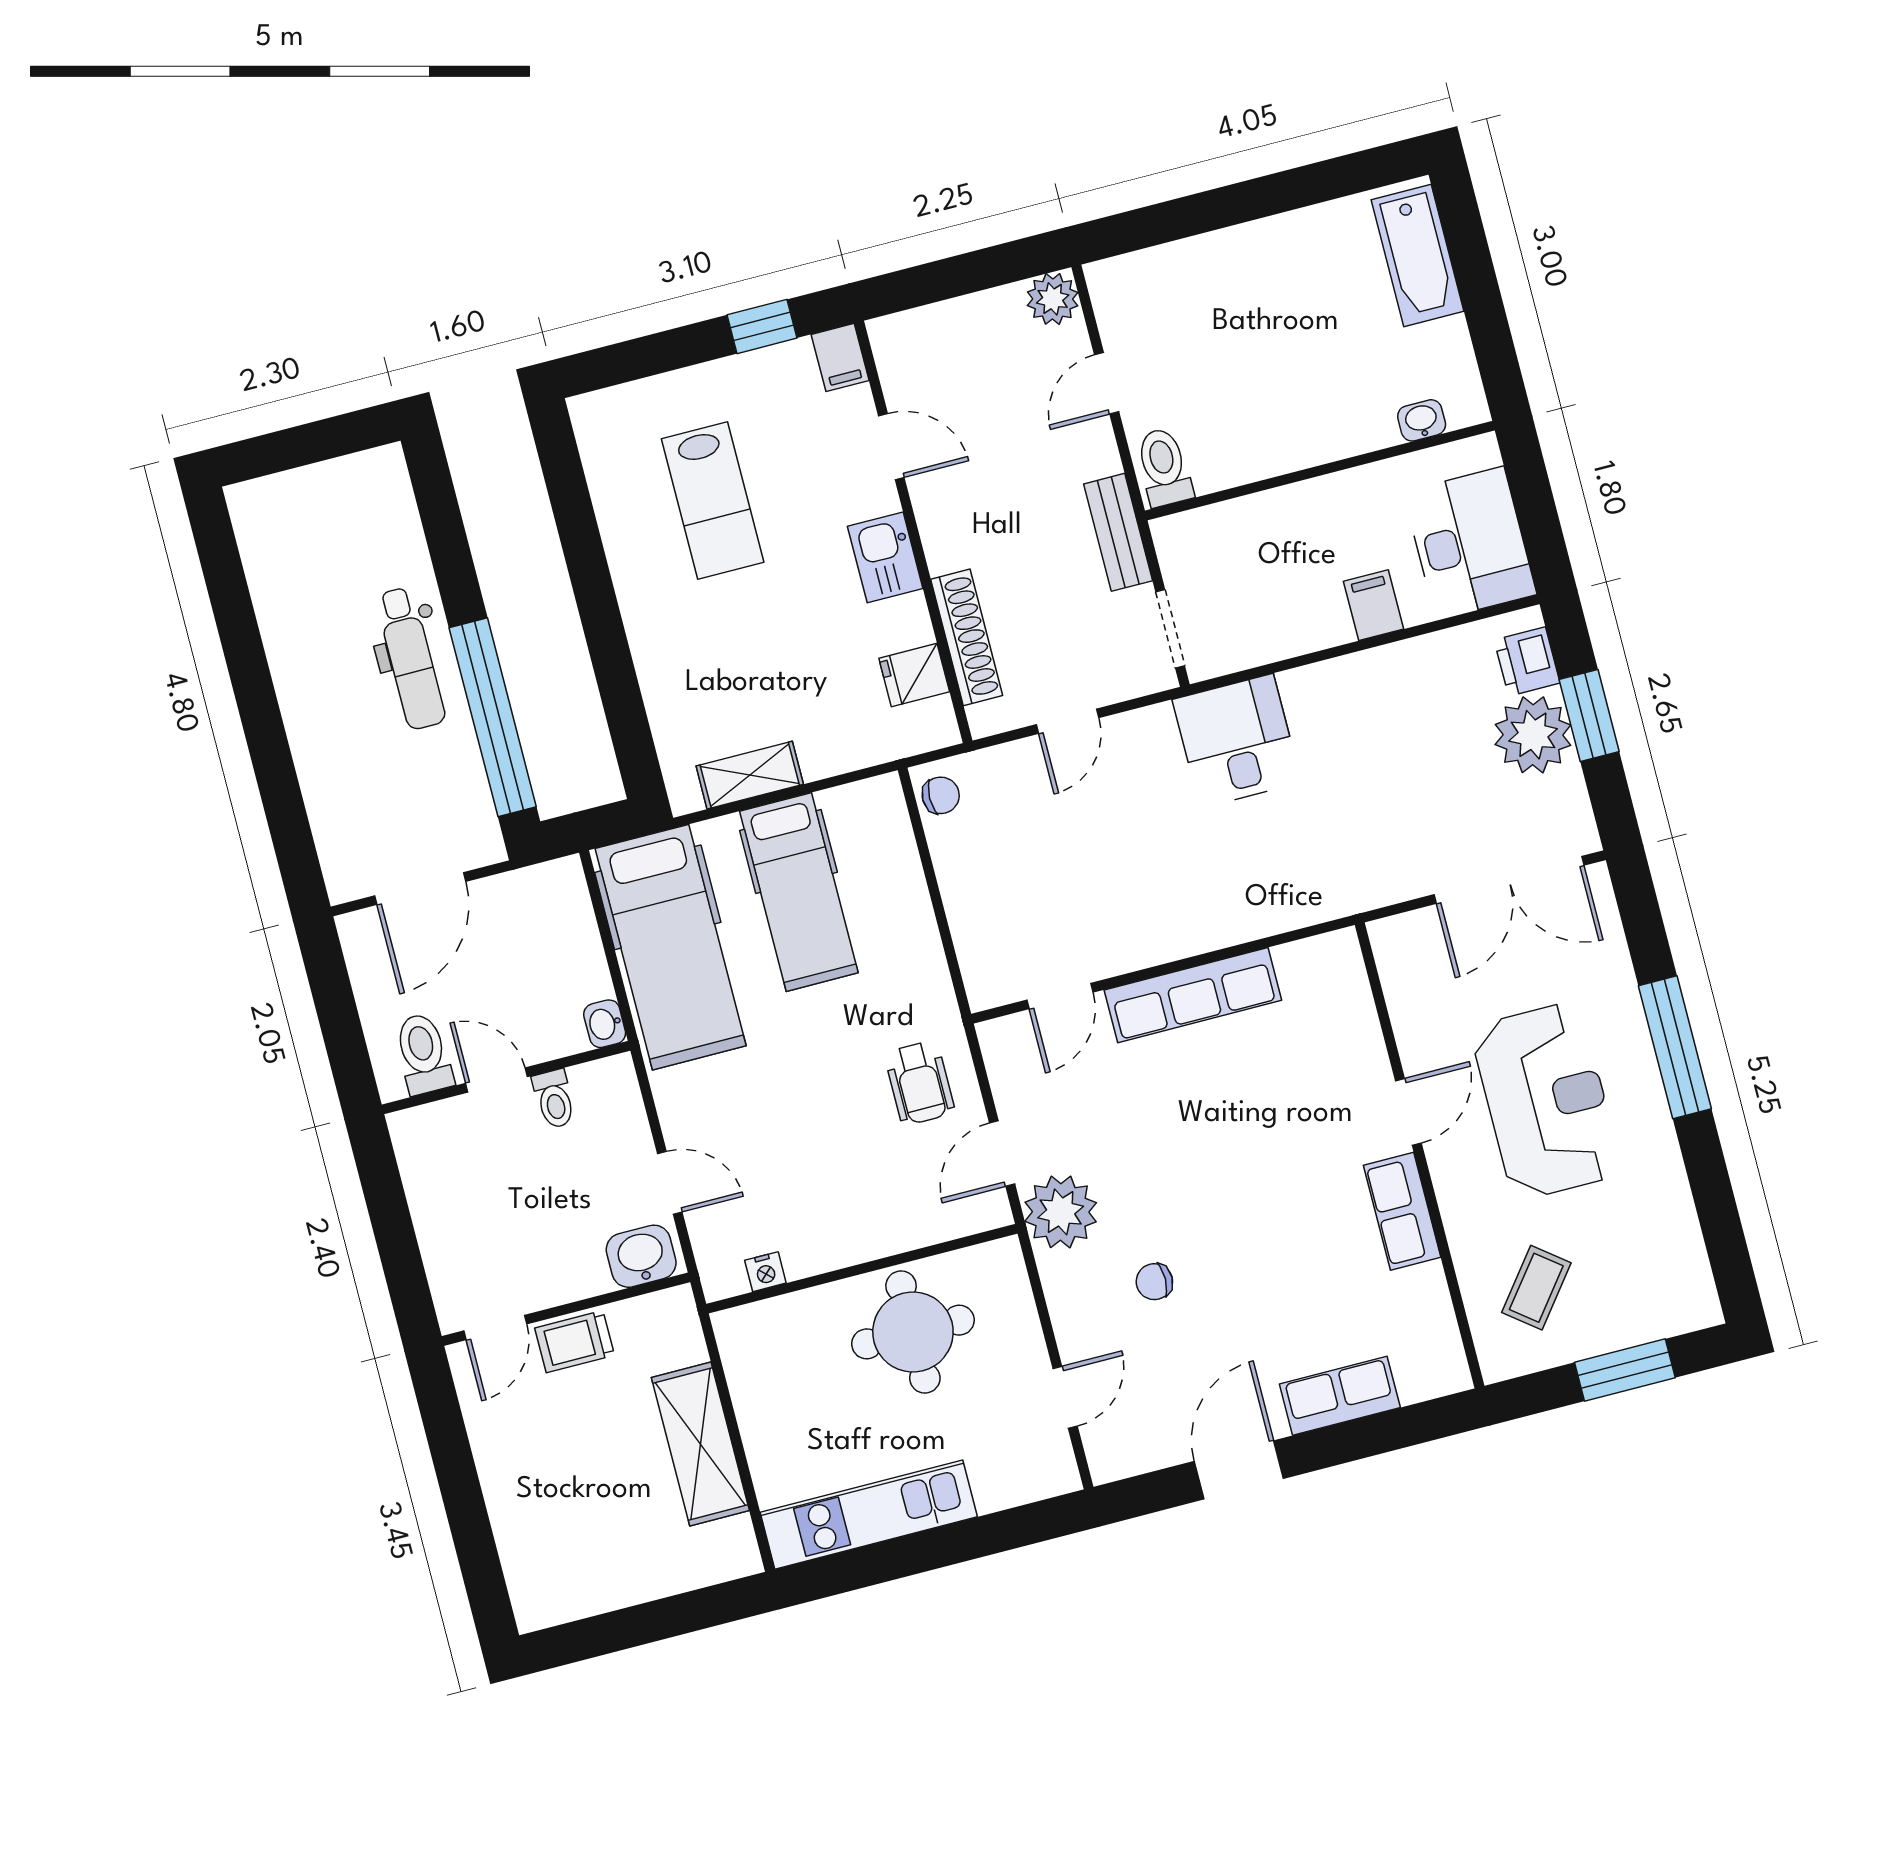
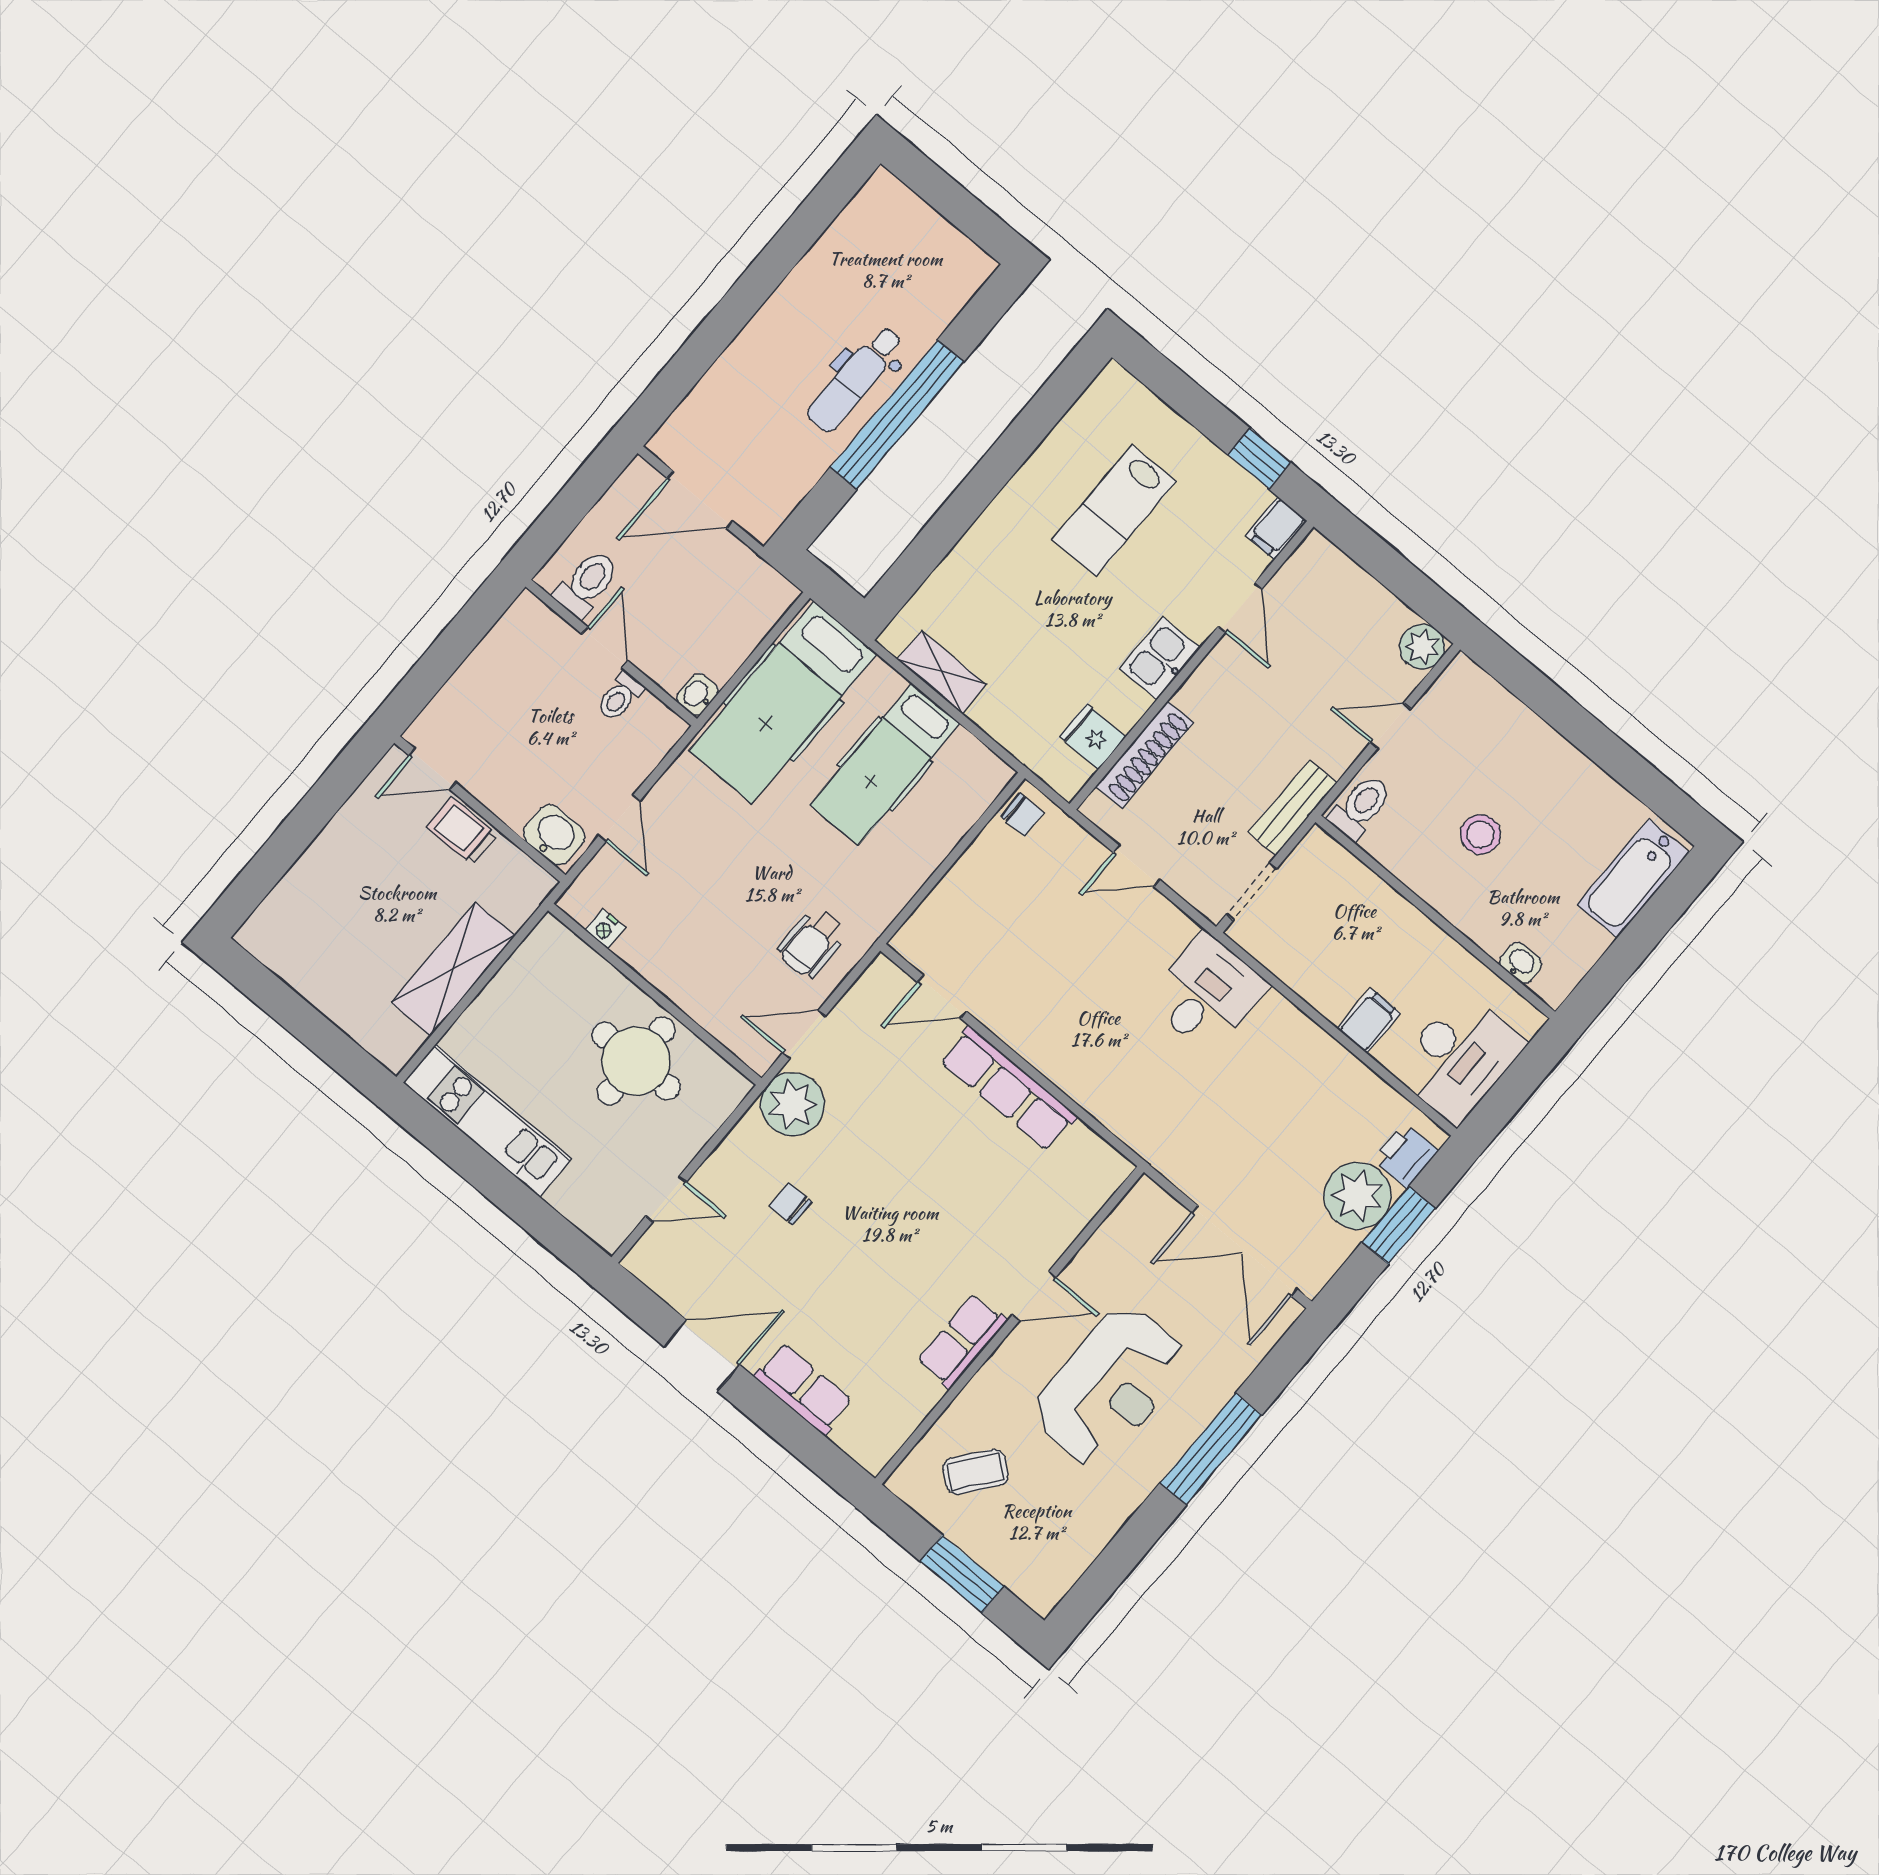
stool: (1272, 371) -> (1481, 834), added
window: (493, 717) -> (897, 415), moved

